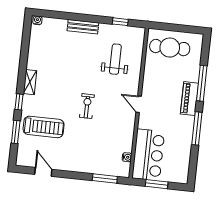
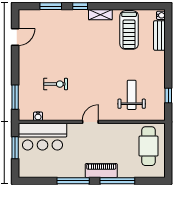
bench: (83, 27) -> (159, 35), moved
weight bench: (115, 59) -> (132, 95), turned -90
exercise bike: (87, 106) -> (56, 84), moved
treadmill: (44, 127) -> (129, 30), moved

